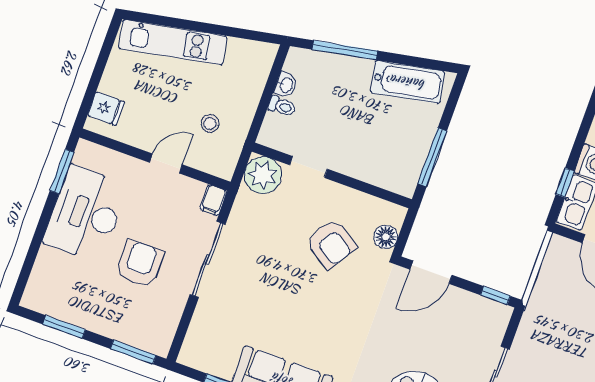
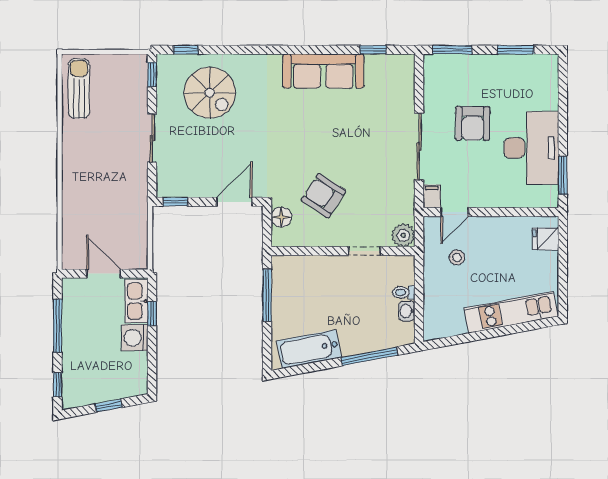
door: (166, 164) -> (455, 212), moved
plant: (263, 175) -> (403, 235), width x0.73, depth x0.73

